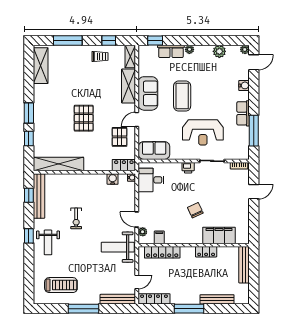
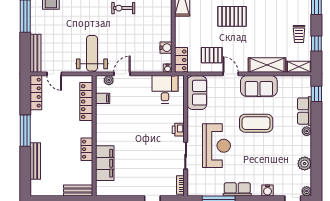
reception desk: (203, 132) -> (217, 146), turned 180
chair: (195, 210) -> (132, 137), removed
bench: (244, 265) -> (78, 190), width x0.73

